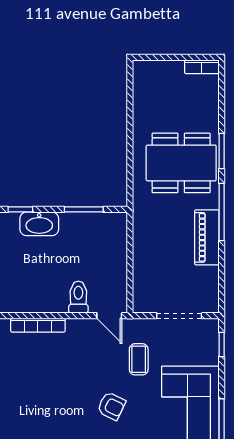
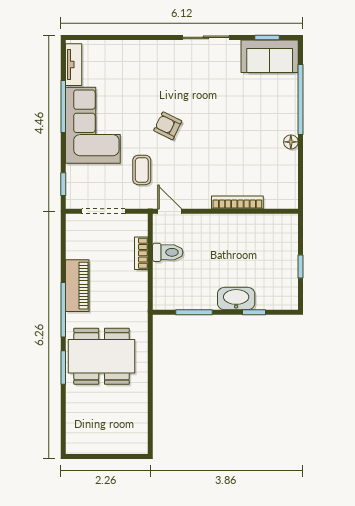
bookcase: (202, 67) -> (141, 253), moved, turned -90
toilet: (78, 297) -> (168, 252), moved, turned -90

